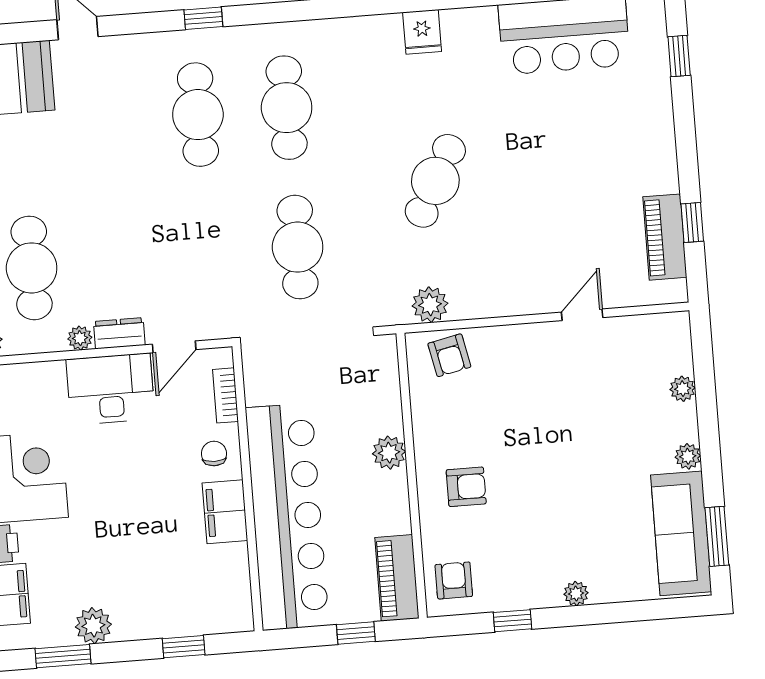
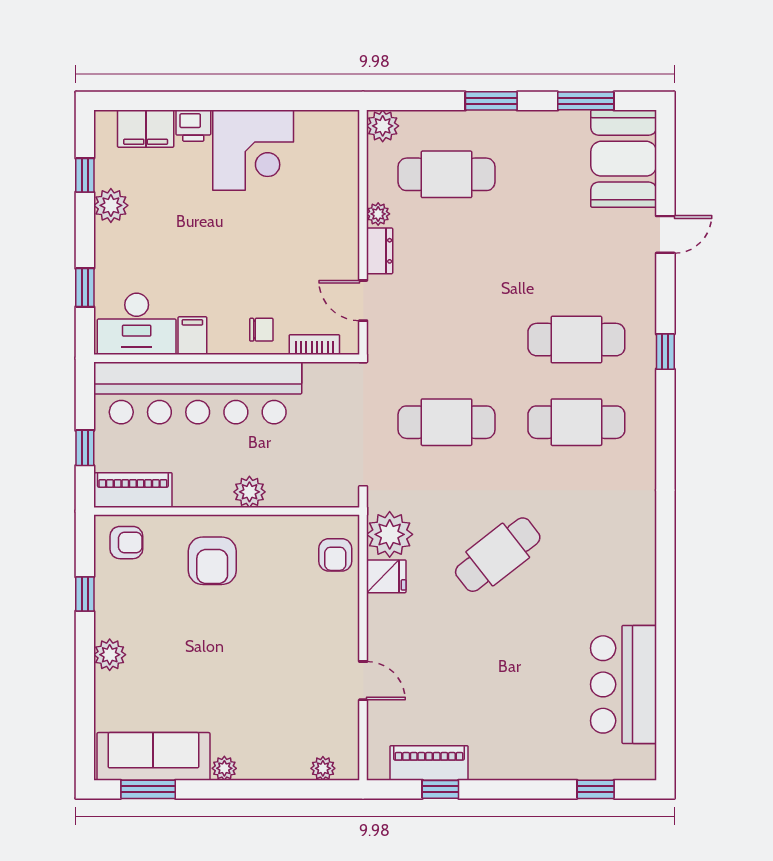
fridge: (422, 32) -> (386, 576), moved, turned 180
cafe table: (435, 181) -> (498, 555), turned -66
plant: (430, 305) -> (390, 534), width x1.36, depth x1.36
armchair: (449, 355) -> (335, 555), turned -78
desk: (110, 389) -> (137, 324), moved, turned 90
plant: (683, 389) -> (323, 768), moved
armchair: (466, 487) -> (212, 561), width x1.38, depth x1.38
filing cabinet: (225, 512) -> (192, 336), width x0.50
plant: (576, 594) -> (110, 655), width x1.38, depth x1.38
window: (63, 656) -> (85, 175), width x0.67

